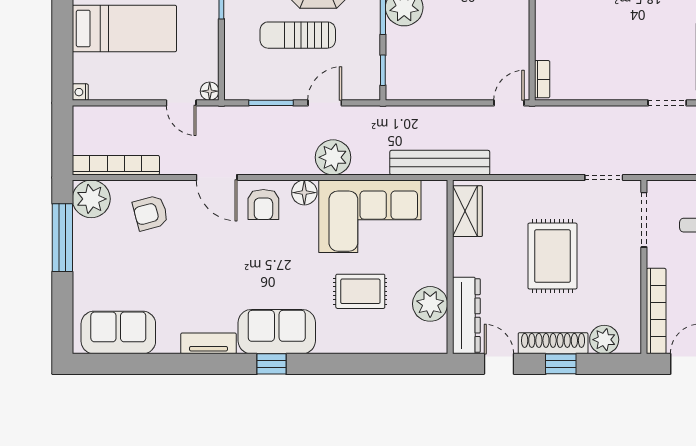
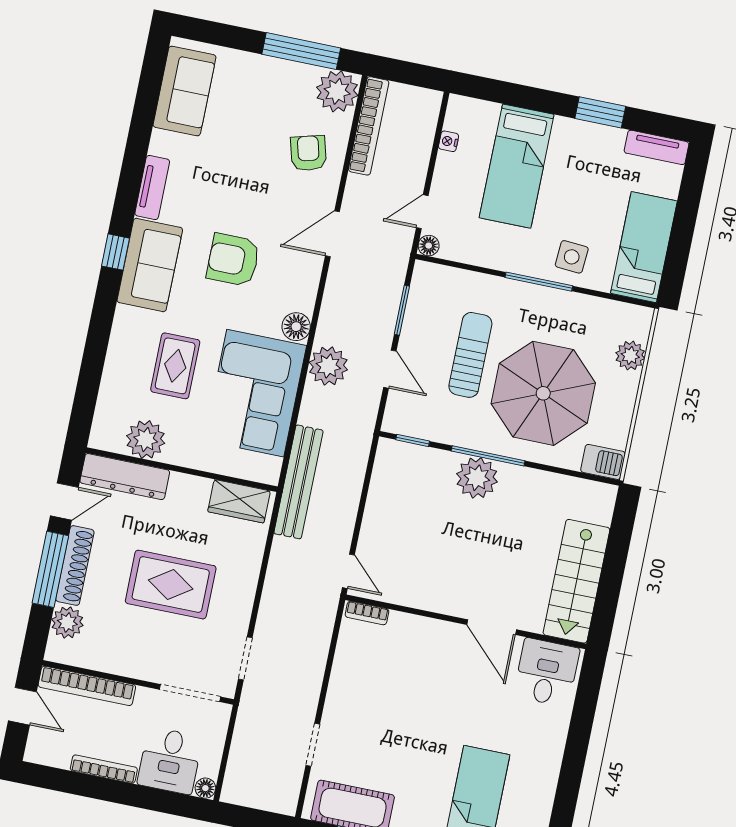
nightstand: (80, 92) -> (449, 141), moved, turned -90
armchair: (263, 204) -> (233, 260), moved, width x1.38, depth x1.38
window: (561, 364) -> (50, 569), width x2.17

